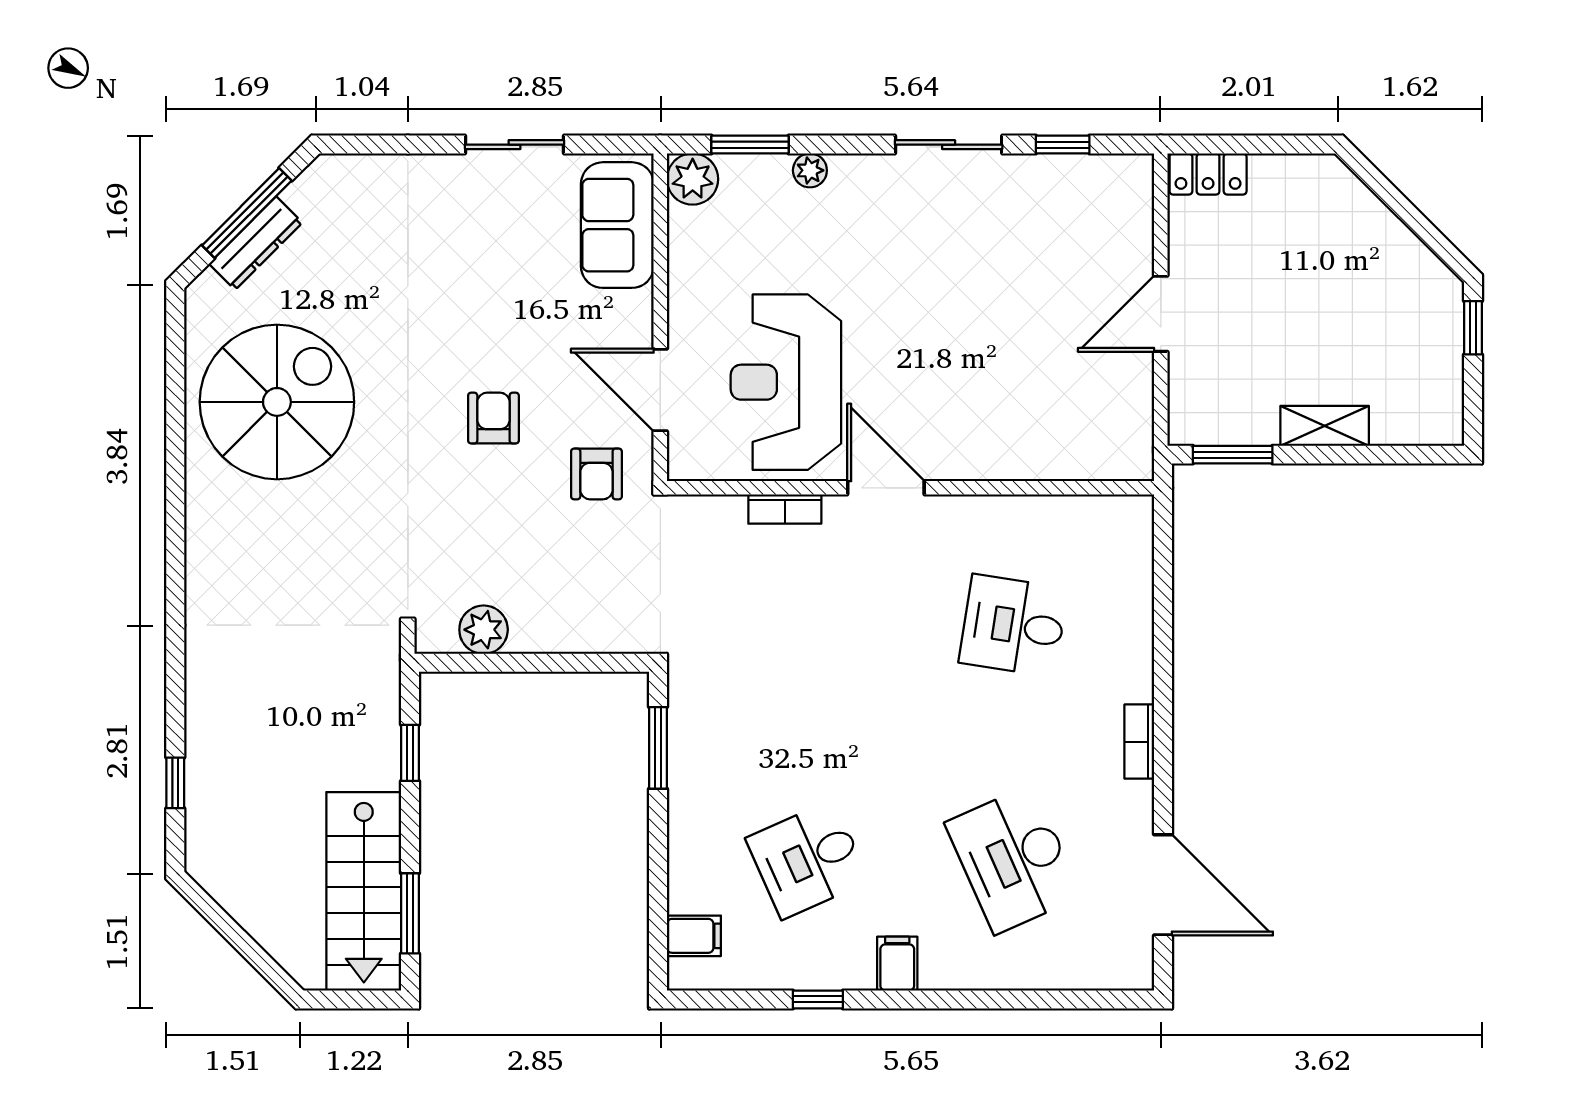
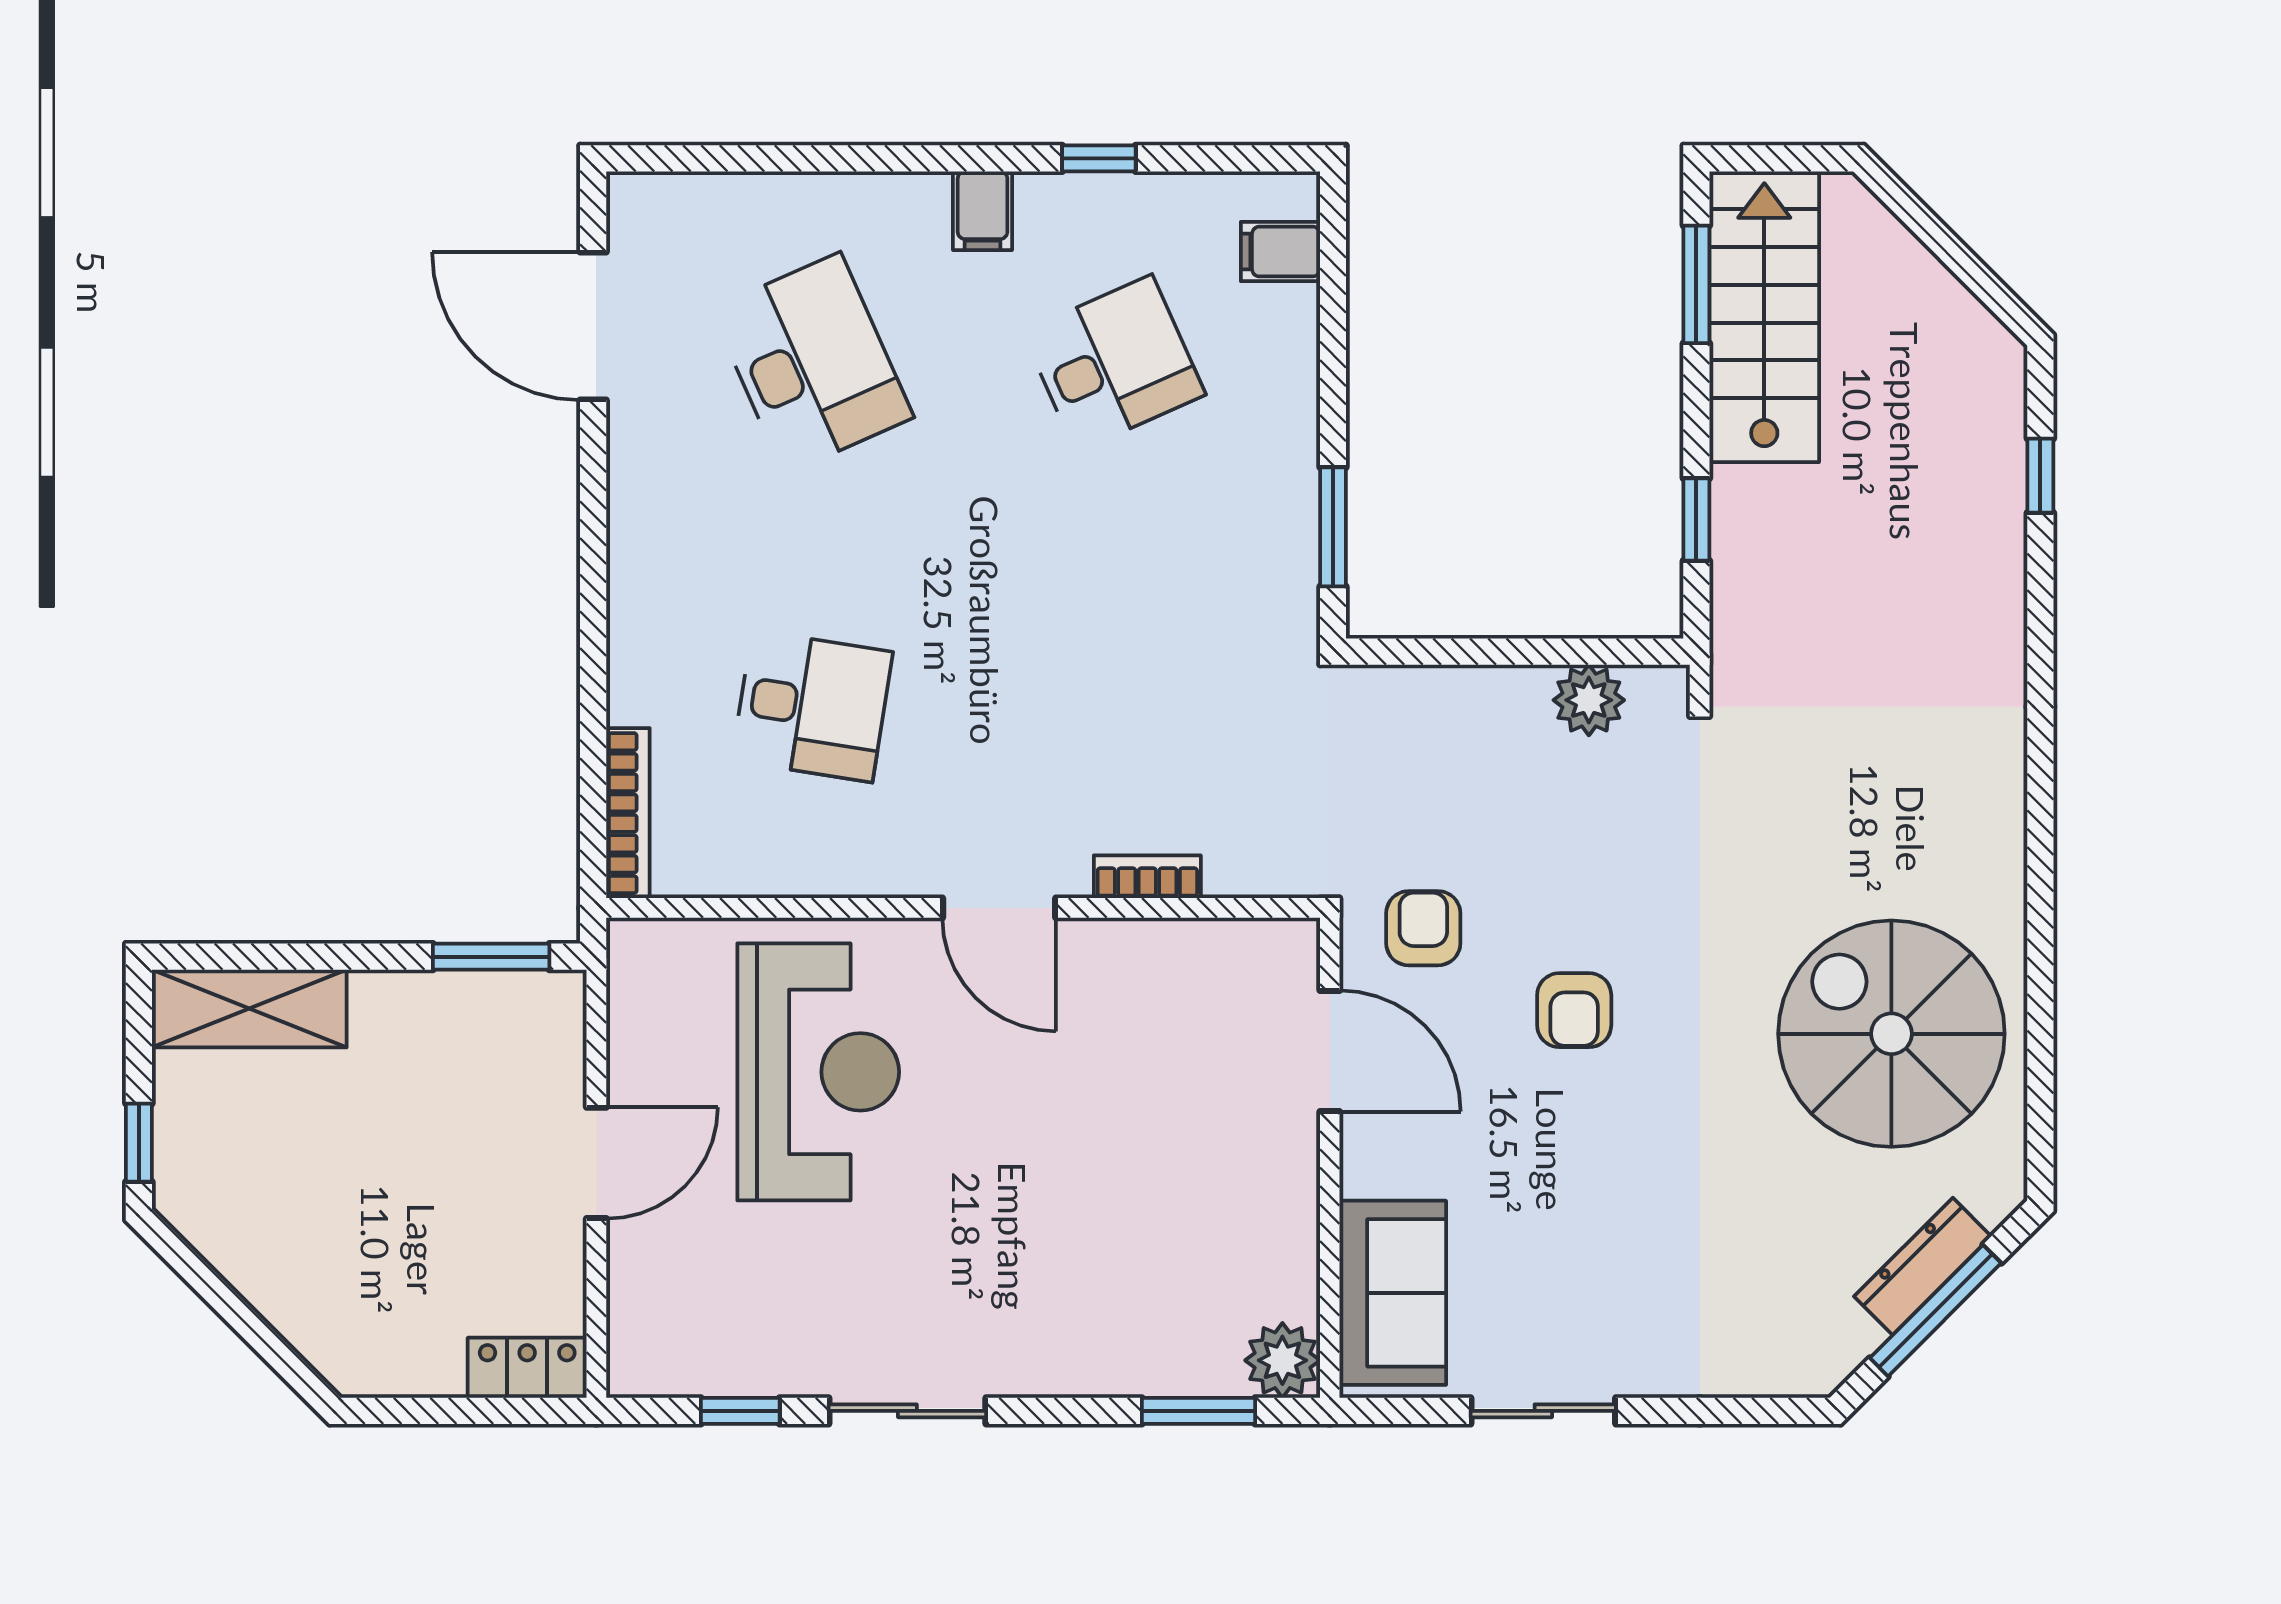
plant: (810, 170) -> (1110, 1373), removed
reception desk: (786, 382) -> (818, 1072), moved
spiral stairs: (277, 402) -> (1891, 1034), turned 90
shelving: (1325, 426) -> (249, 1008), moved, width x1.50, depth x1.33
bookcase: (1139, 742) -> (628, 813), moved, width x1.56

